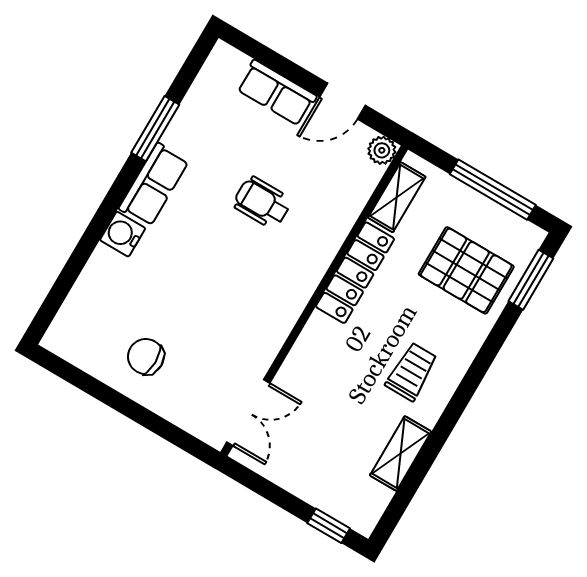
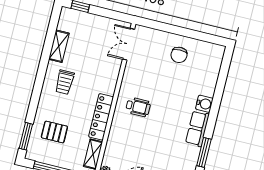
wheelchair: (262, 203) -> (138, 107), moved
pallet: (466, 270) -> (54, 132), width x0.67, depth x0.71
chair: (146, 357) -> (179, 55), turned 90

